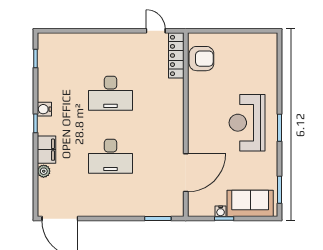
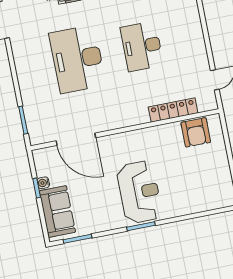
locker: (176, 55) -> (173, 110), moved
reception desk: (247, 123) -> (139, 192), turned 90
desk: (111, 156) -> (77, 59), width x1.36, depth x1.30

